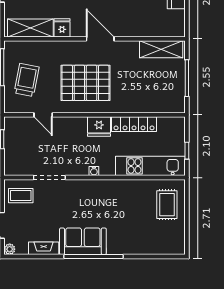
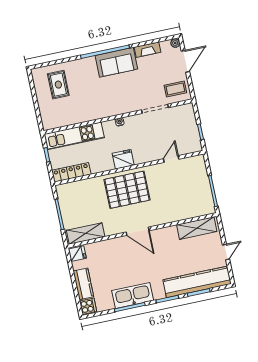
fridge: (62, 28) -> (77, 254), moved, turned -90
trolley: (27, 80) -> (191, 185), removed
pallet: (85, 83) -> (127, 190), moved
door: (43, 115) -> (171, 159), hinge flipped
locker: (134, 124) -> (71, 172), moved
rug: (167, 205) -> (58, 85), moved

